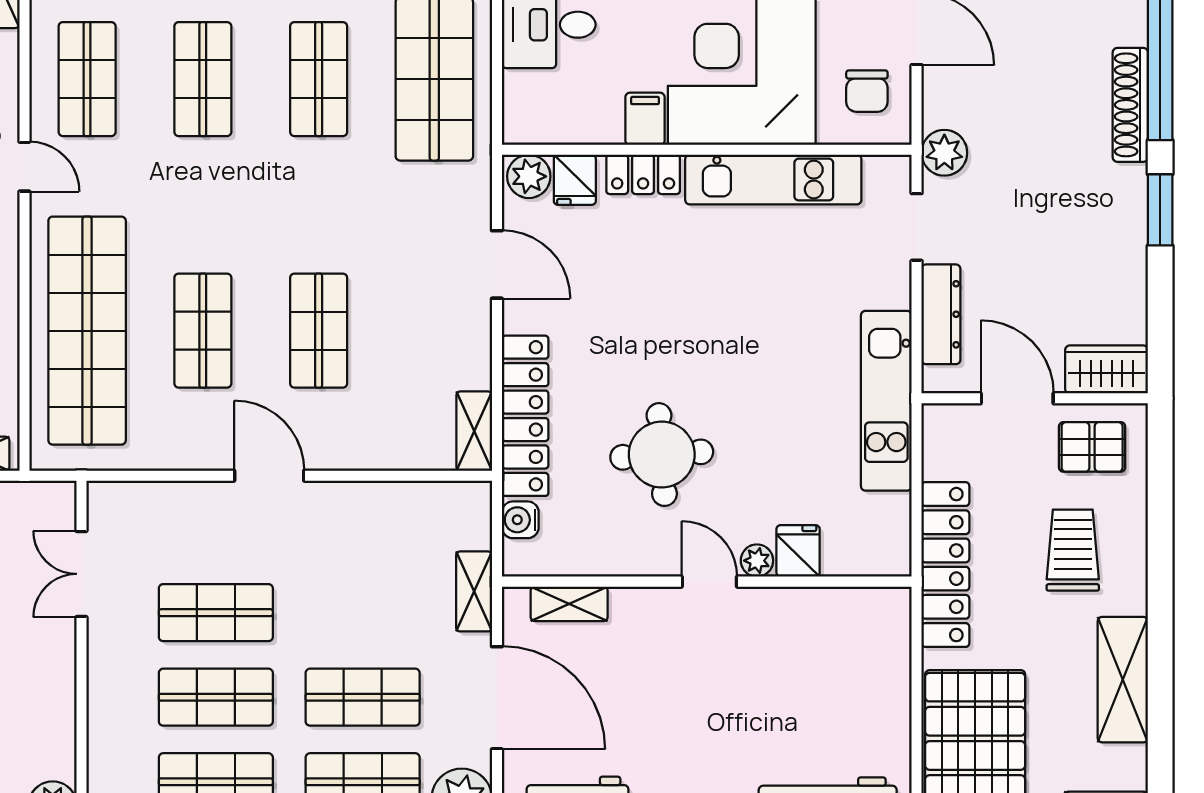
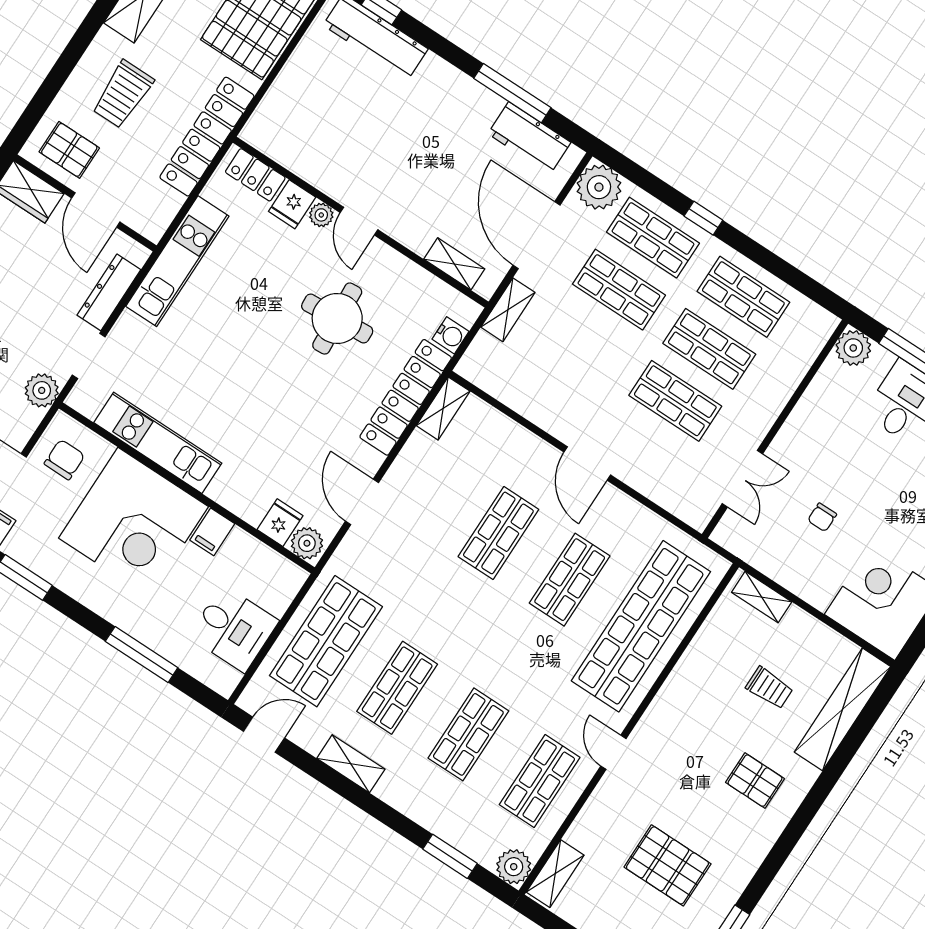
locker: (643, 174) -> (255, 175), moved, turned 180

